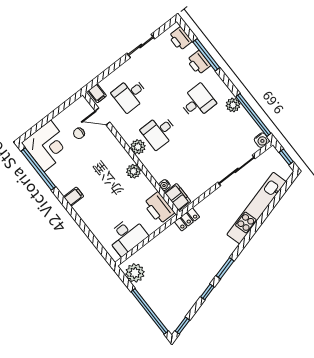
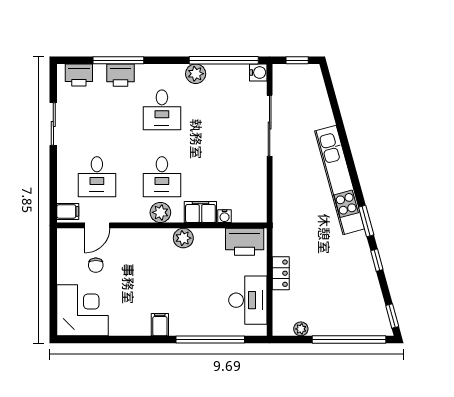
desk: (197, 102) -> (162, 110), turned 180
window: (38, 169) -> (210, 340), moved
filing cabinet: (178, 197) -> (200, 212), moved
kitchen unit: (257, 208) -> (340, 180), moved
locker: (187, 219) -> (281, 273), moved
plant: (135, 273) -> (301, 329), width x0.53, depth x0.53

